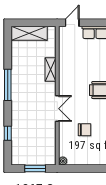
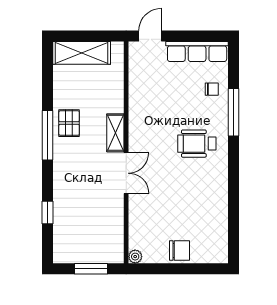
shelving: (50, 69) -> (115, 133), moved
pallet: (21, 77) -> (69, 123), added
chair: (85, 130) -> (180, 251), moved

